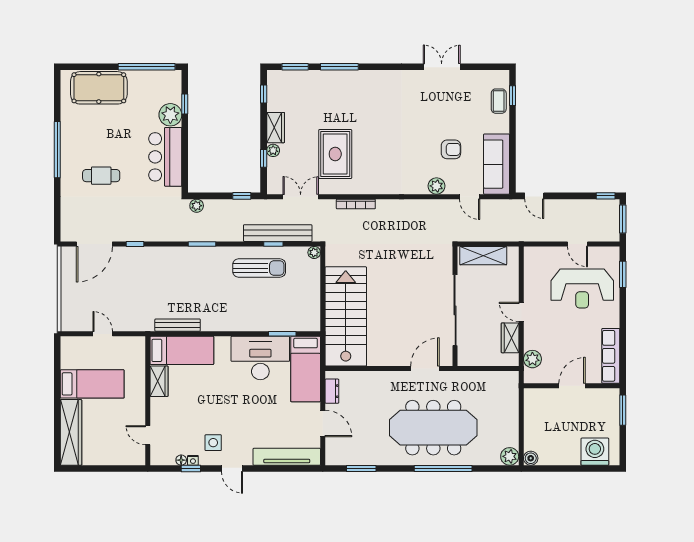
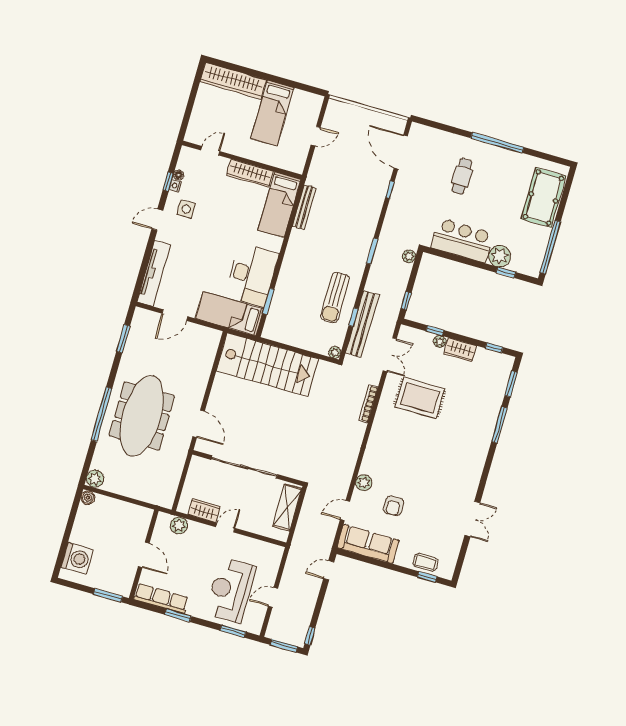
window: (623, 334) -> (178, 615), added
wardrobe: (159, 381) -> (250, 173), width x1.50
dresser: (332, 391) -> (202, 332), removed

